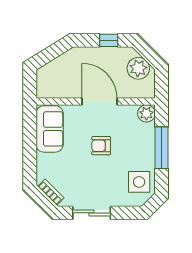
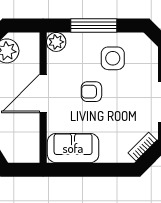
armchair: (101, 146) -> (91, 92), turned 90
side table: (139, 182) -> (113, 58), moved

